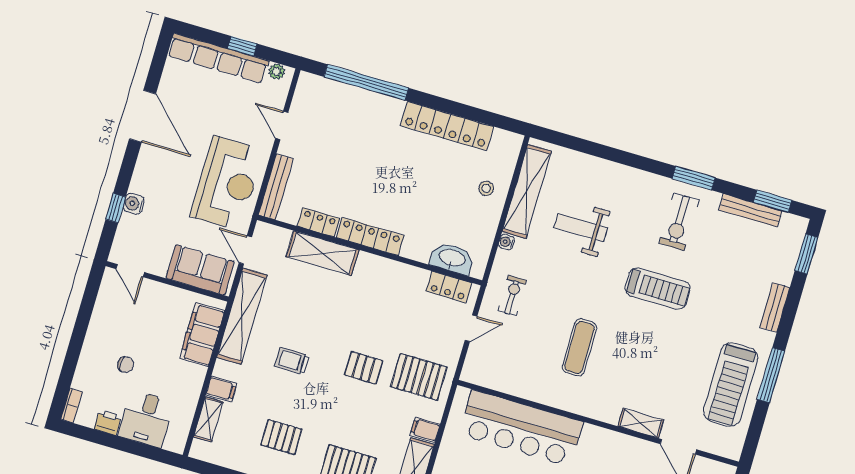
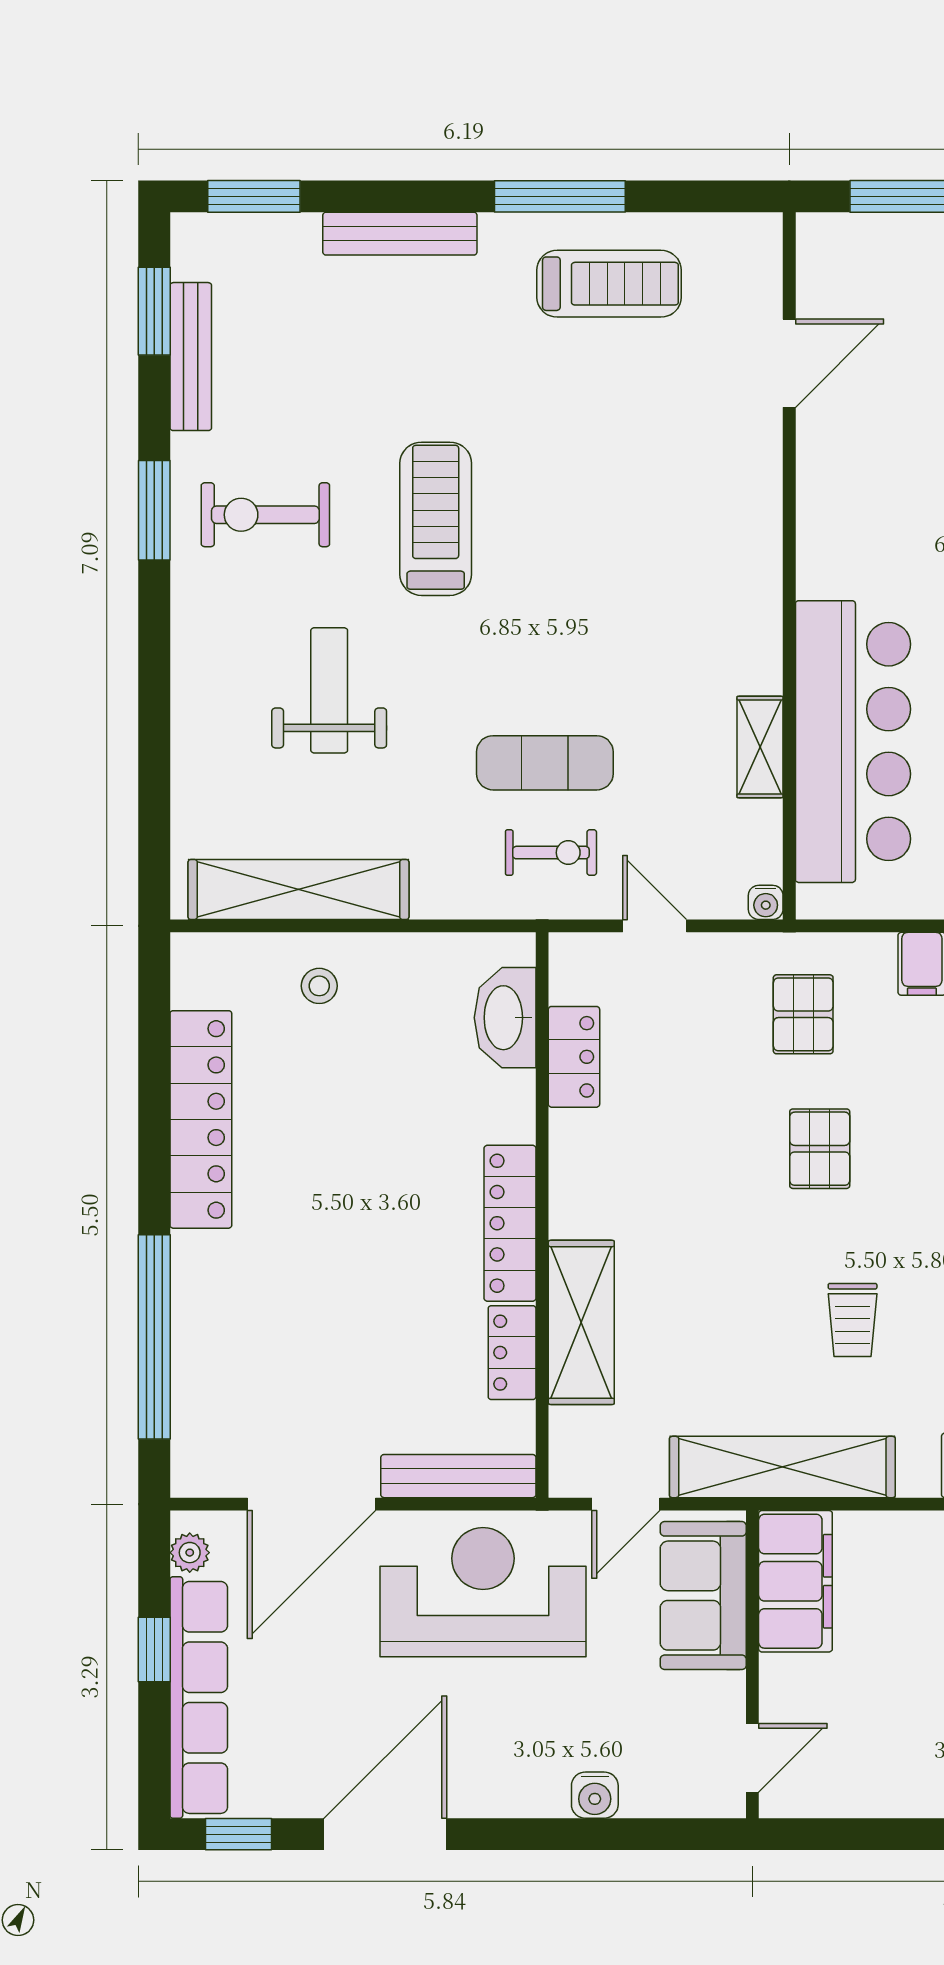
door: (282, 125) -> (312, 1504), width x1.87
window: (116, 208) -> (239, 1834), moved
exercise bike: (679, 222) -> (265, 515), turned 180
weight bench: (581, 228) -> (329, 690), moved, turned 180
water cooler: (506, 242) -> (766, 902), moved
locker: (449, 287) -> (574, 1057), moved
exercise bike: (512, 296) -> (551, 853), turned 180
bench: (775, 307) -> (400, 234), width x1.36
filing cabinet: (202, 335) -> (795, 1581), moved, turned -90
exercise mat: (579, 347) -> (545, 763), moved
pallet: (419, 377) -> (803, 1014), width x0.67, depth x0.71
treadmill: (731, 385) -> (609, 284), width x0.73, depth x0.73
shelving: (641, 423) -> (760, 747), moved

